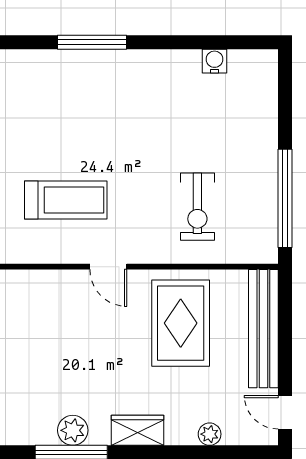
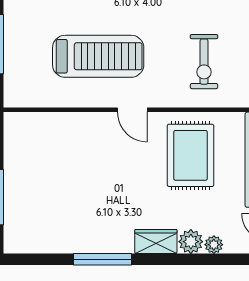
treadmill: (66, 200) -> (98, 56), width x1.37, depth x1.38
plant: (73, 430) -> (191, 242), moved

